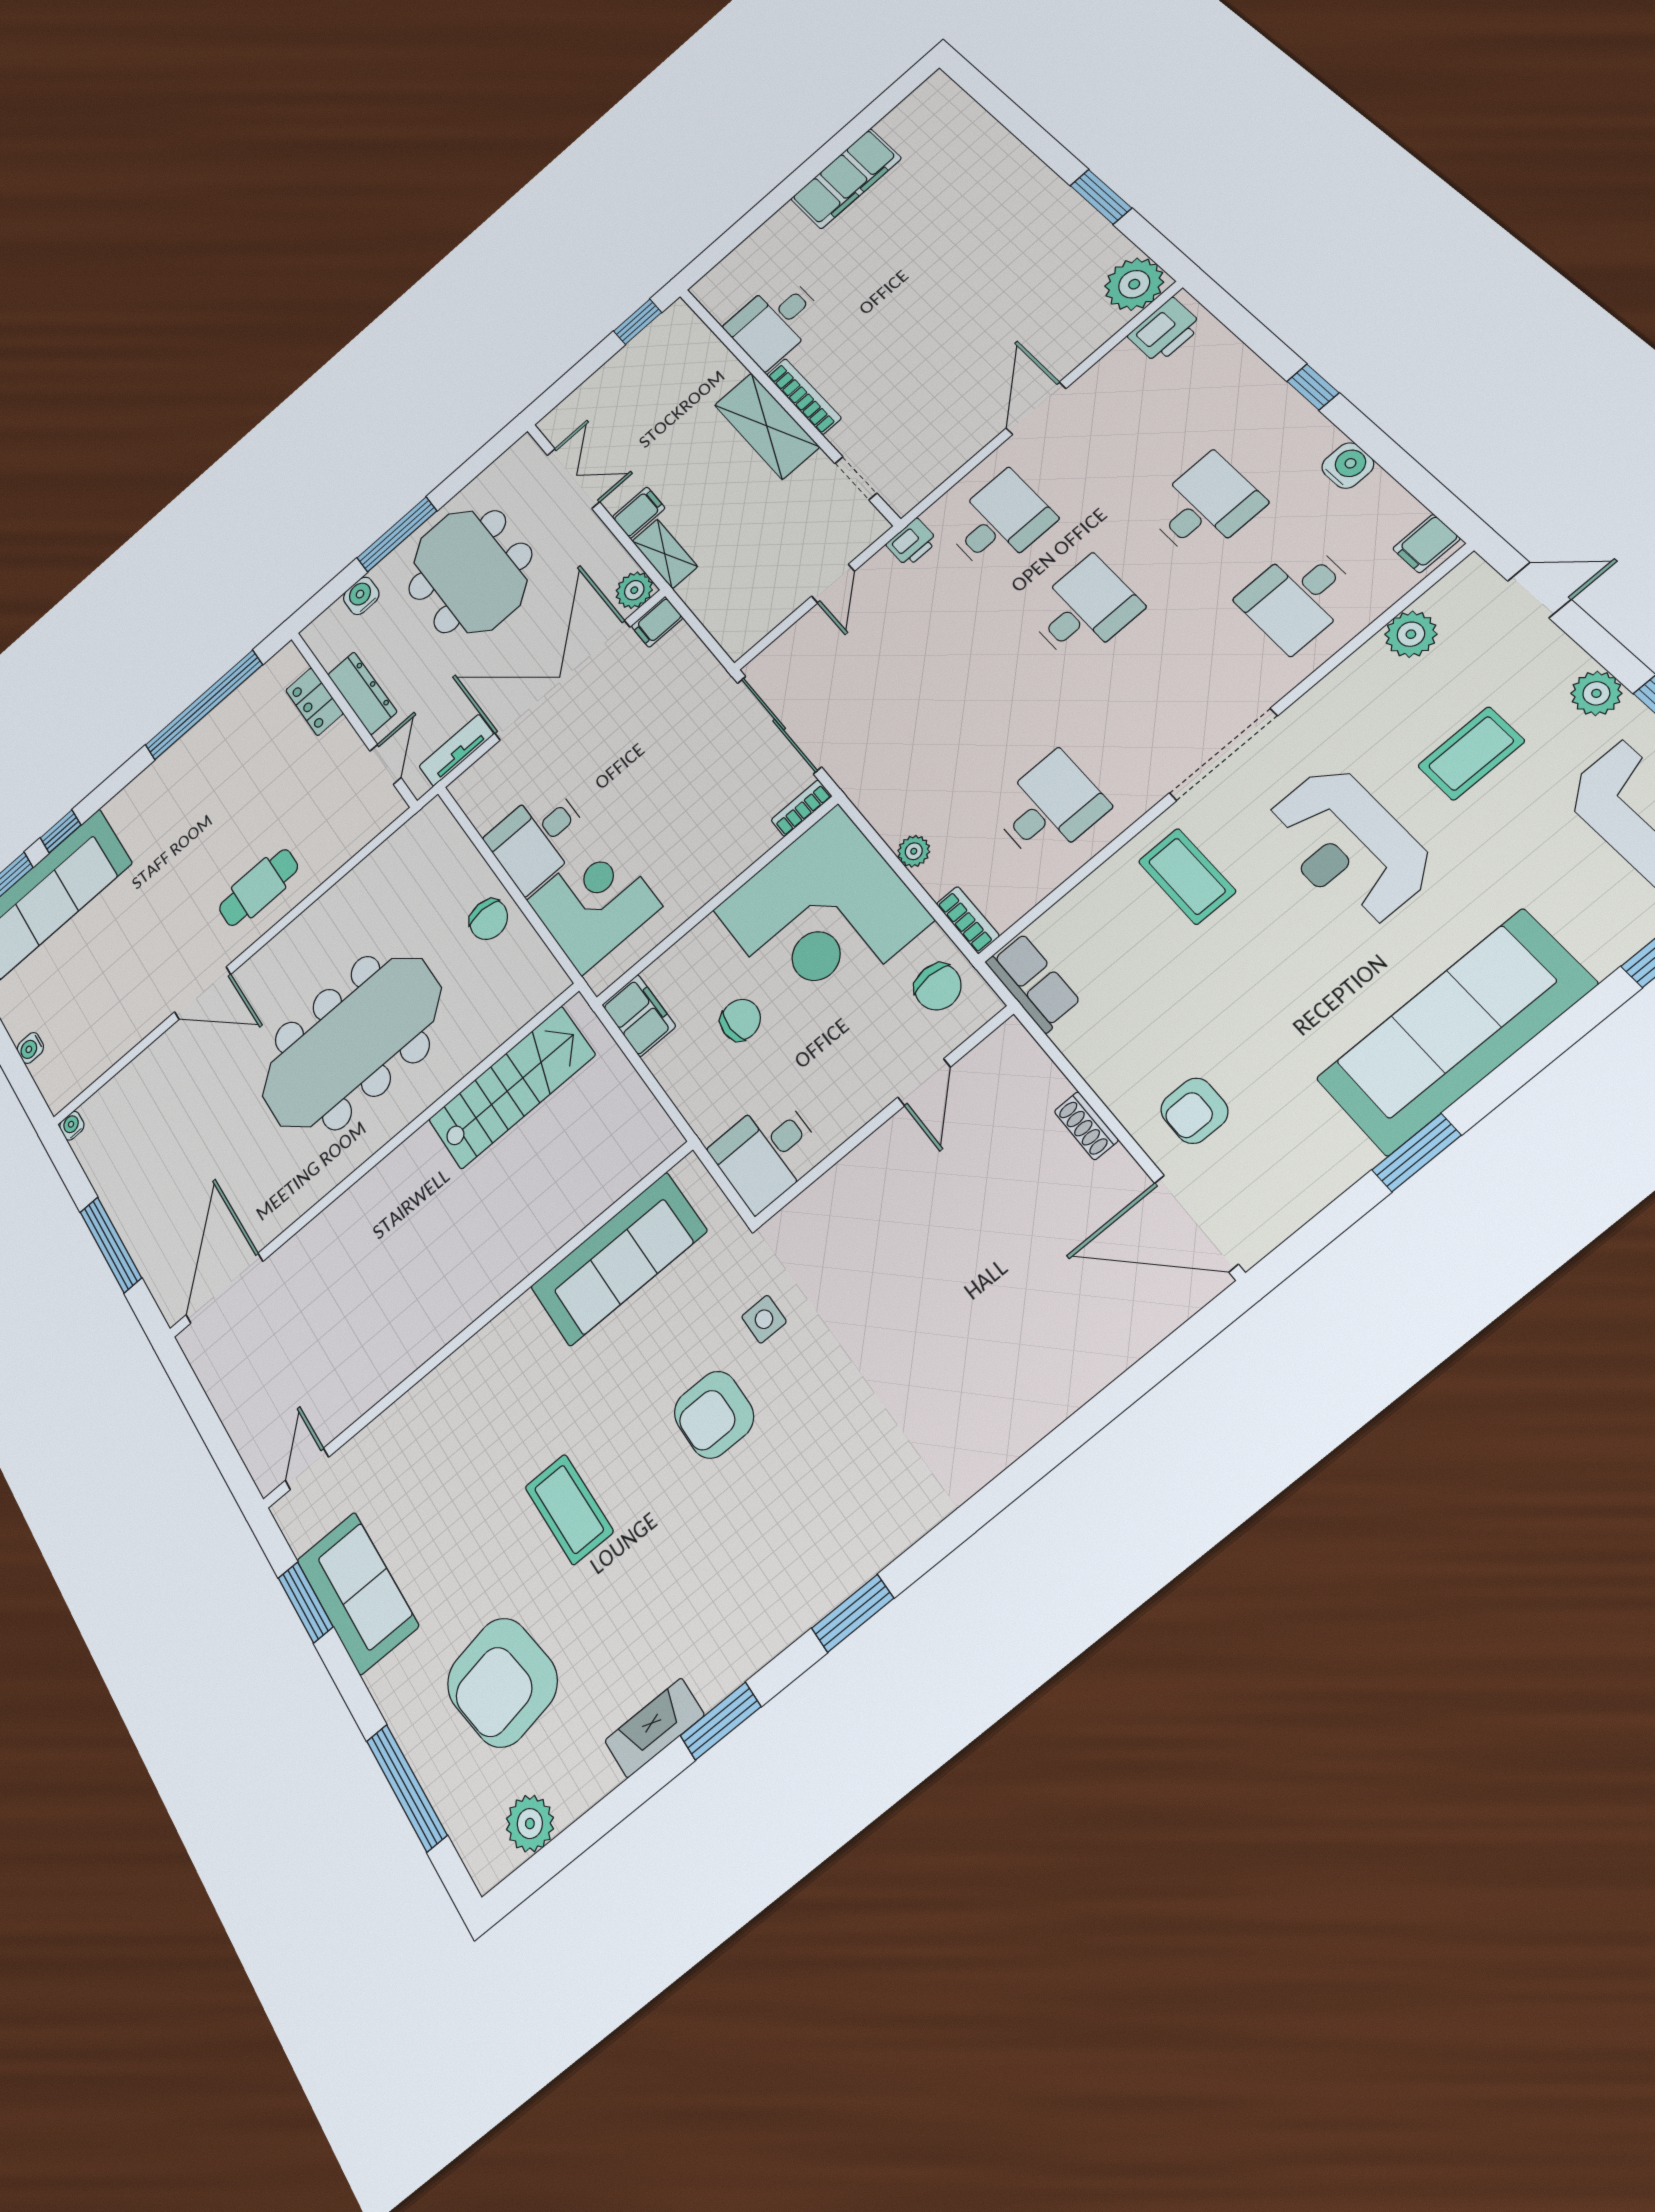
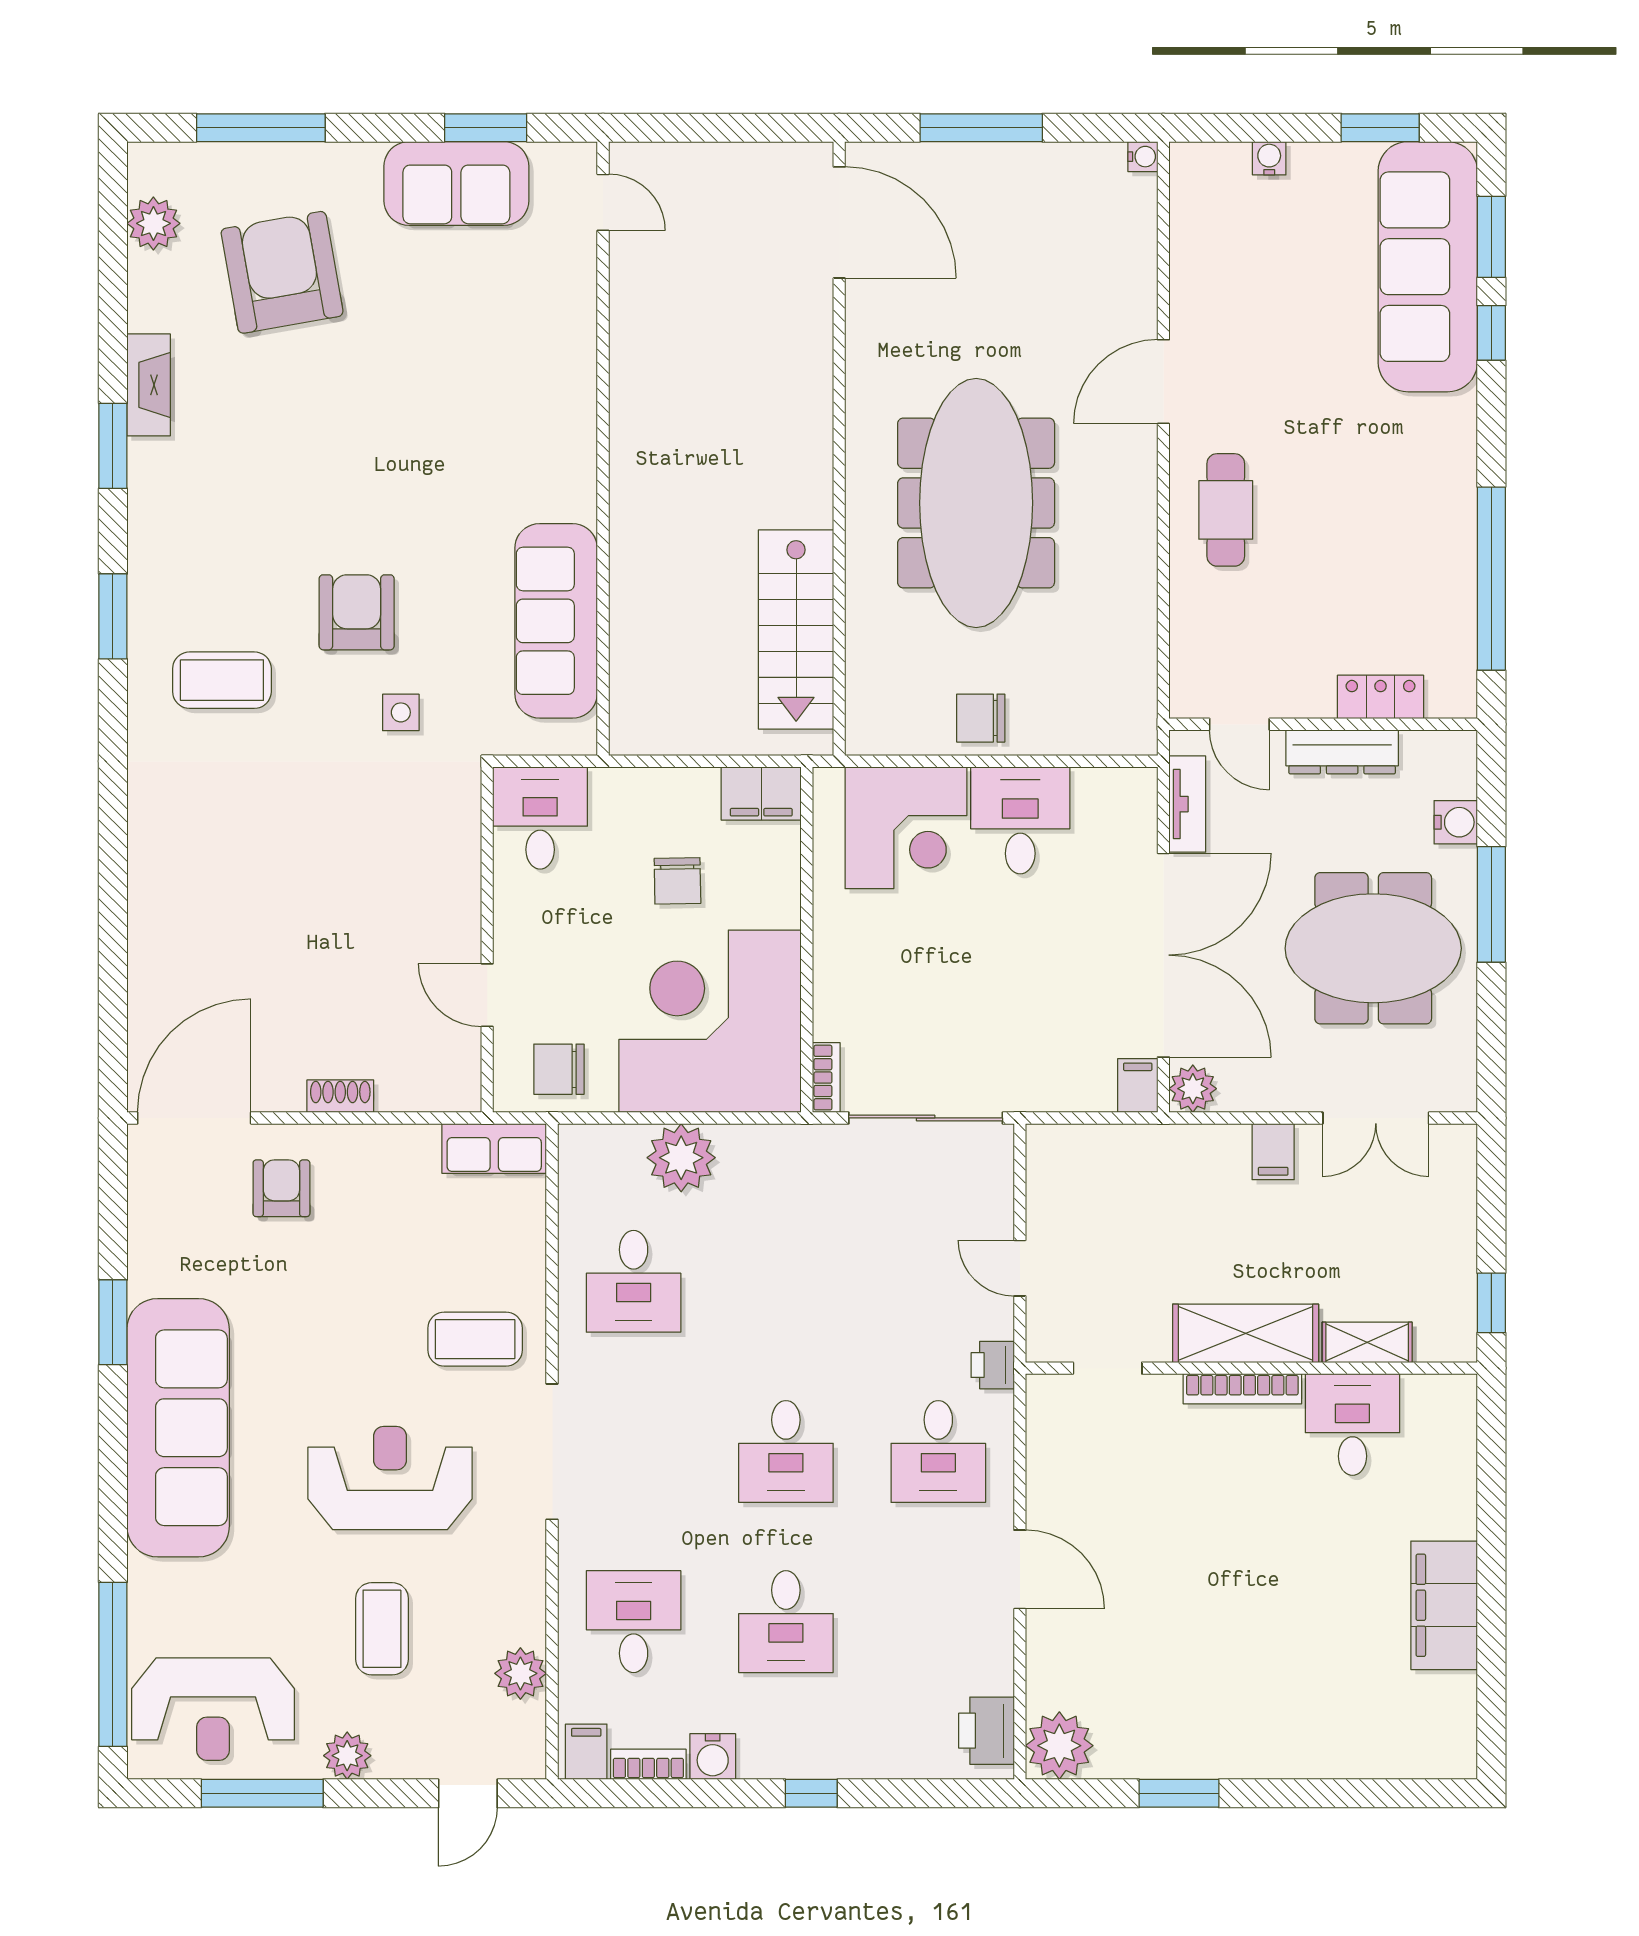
shelving: (665, 554) -> (1367, 1342), moved
plant: (914, 851) -> (681, 1158), width x1.88, depth x1.88
bookcase: (968, 920) -> (648, 1764), moved, turned 180
coffee table: (569, 1509) -> (222, 680), moved

